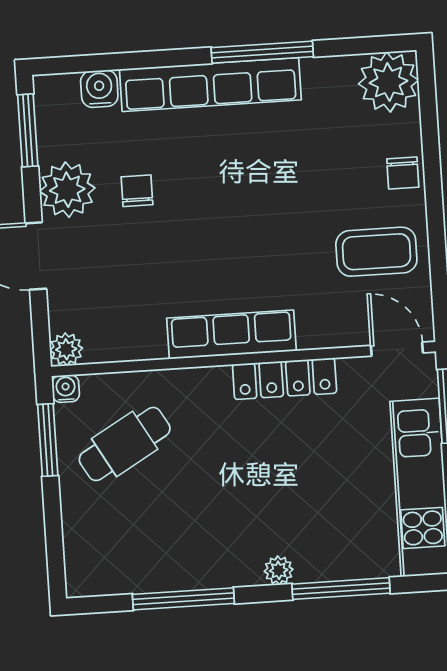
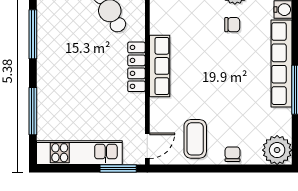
chair: (403, 173) -> (233, 154), turned 90
locker: (285, 379) -> (136, 67), moved
plant: (279, 570) -> (44, 81), removed

